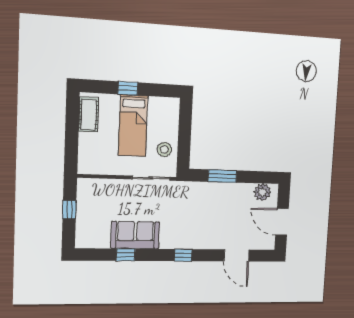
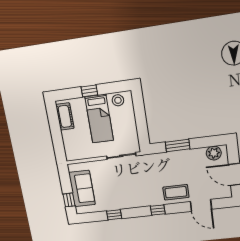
stool: (164, 149) -> (118, 100), moved
window: (69, 210) -> (69, 200), moved
sofa: (135, 235) -> (82, 189), moved, turned 90
coffee table: (210, 235) -> (176, 192), added

